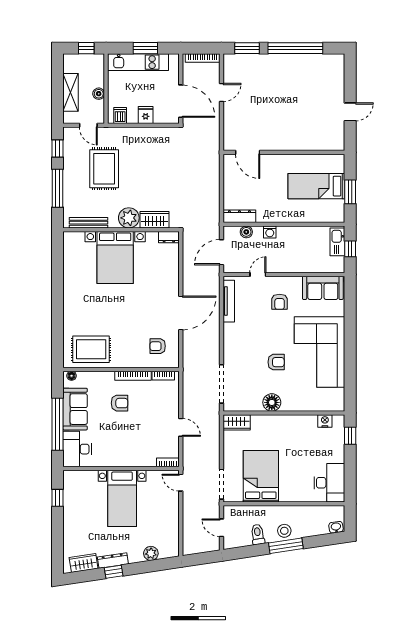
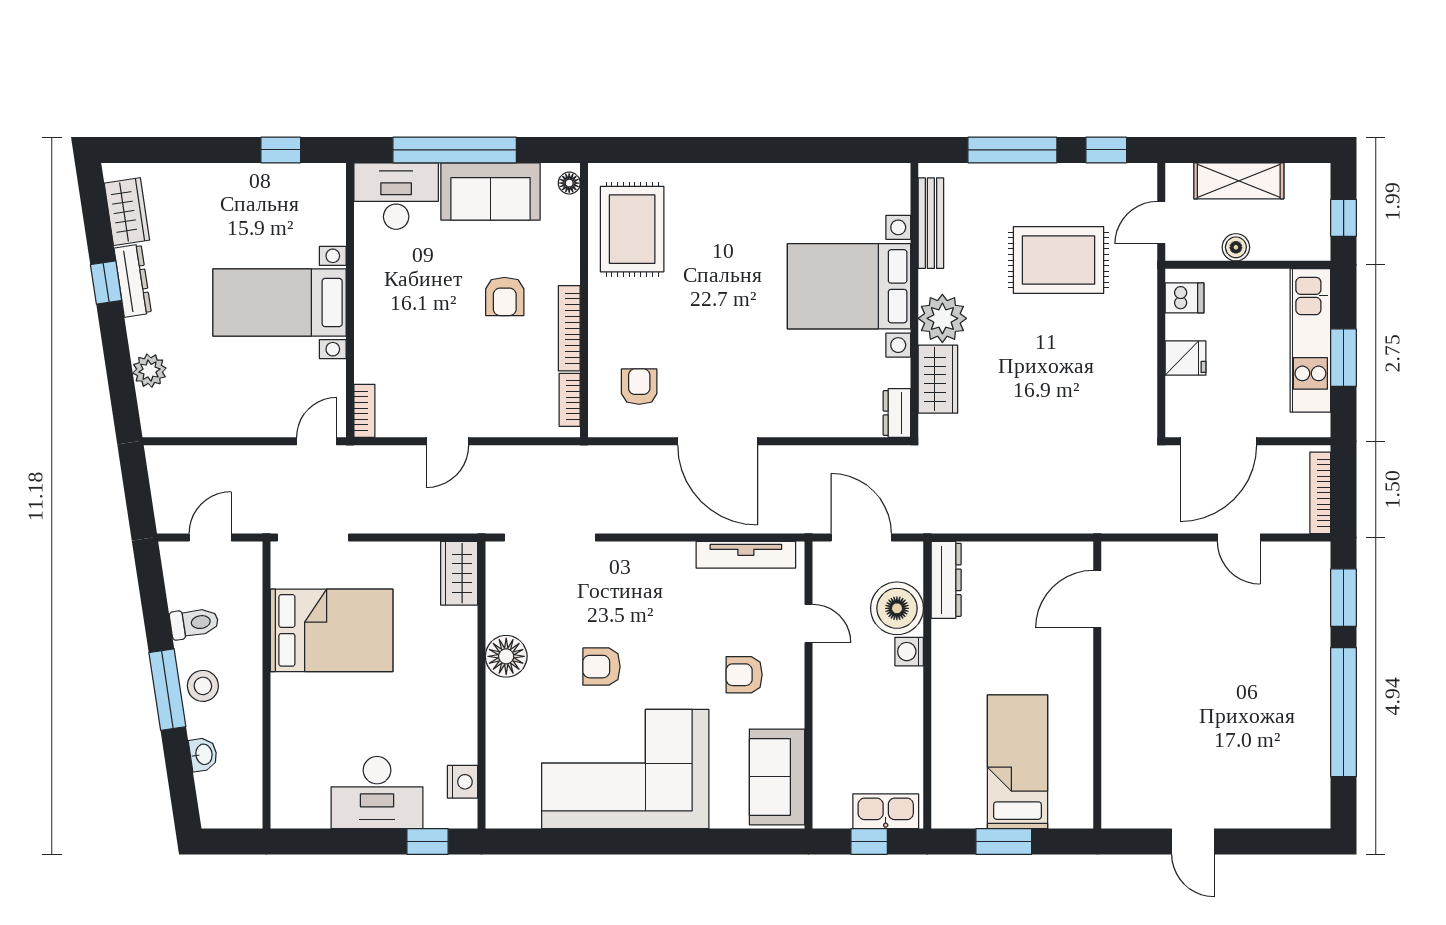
boiler: (246, 232) -> (897, 608), width x1.86, depth x1.86
armchair: (276, 362) -> (602, 667), turned 90
desk: (329, 483) -> (377, 793), moved
washbasin: (336, 527) -> (203, 754), moved

